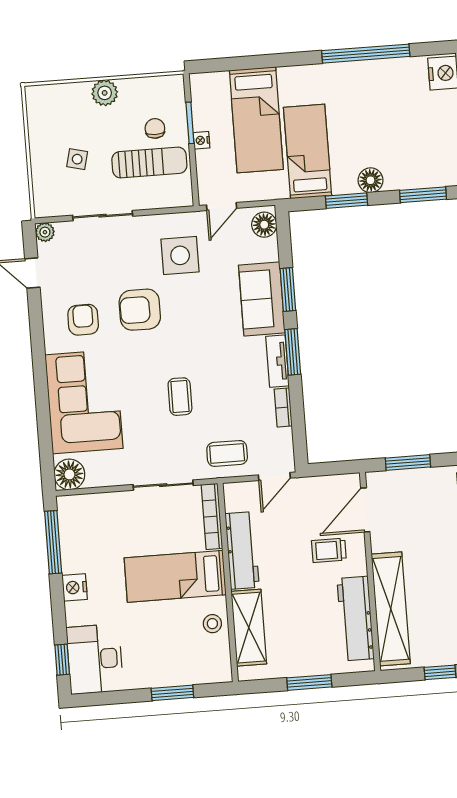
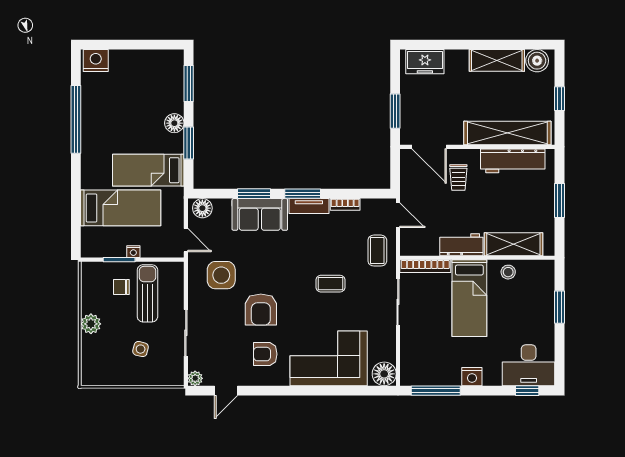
workbench: (242, 550) -> (461, 245), width x0.73

